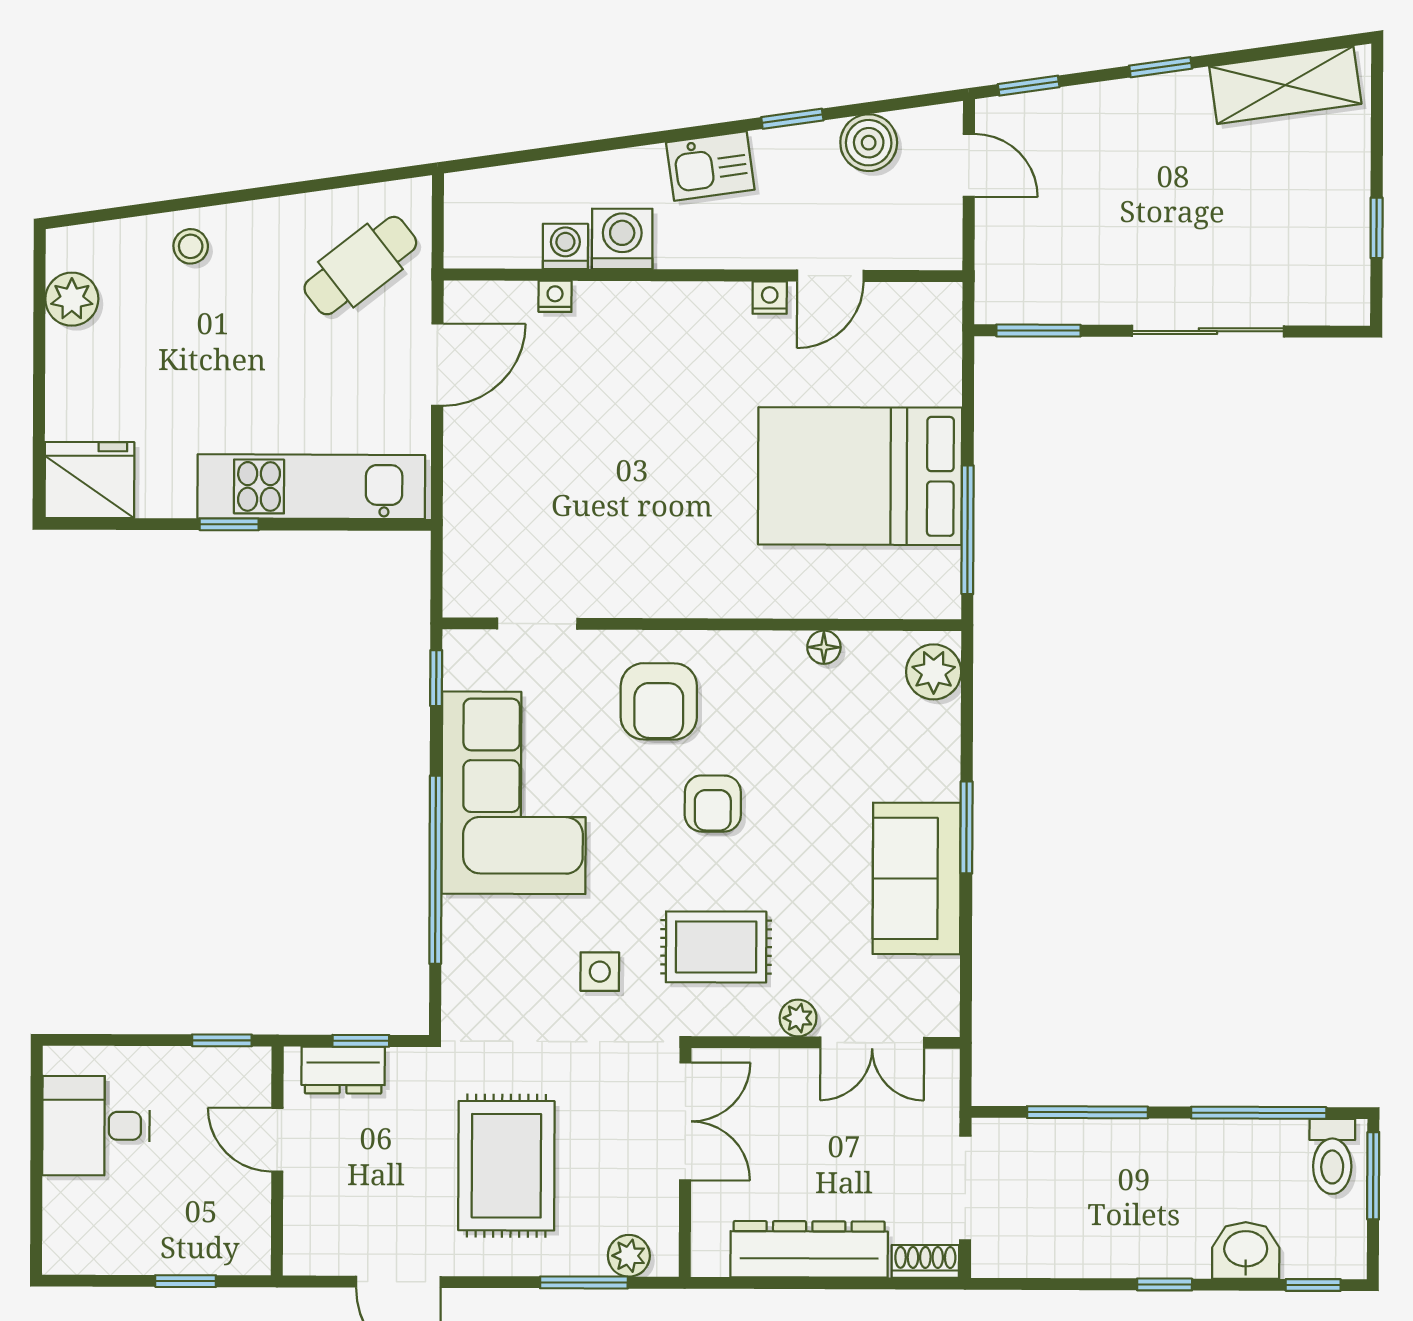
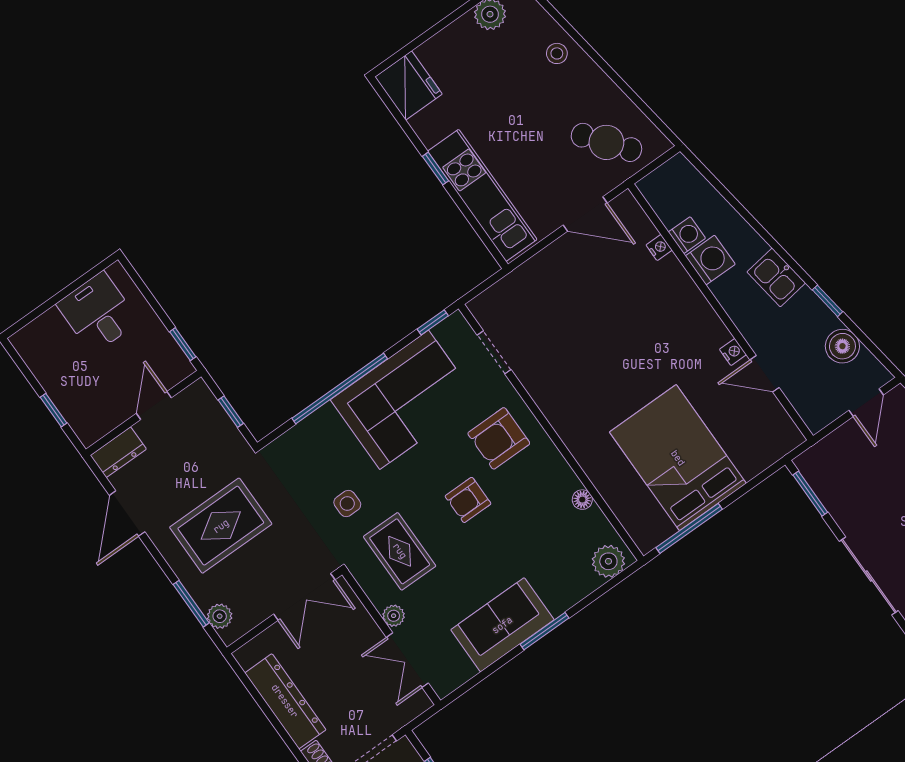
dresser: (343, 1070) -> (118, 452), moved, turned -90

